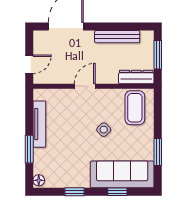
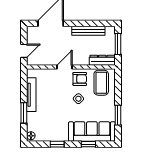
armchair: (106, 103) -> (80, 79), added

